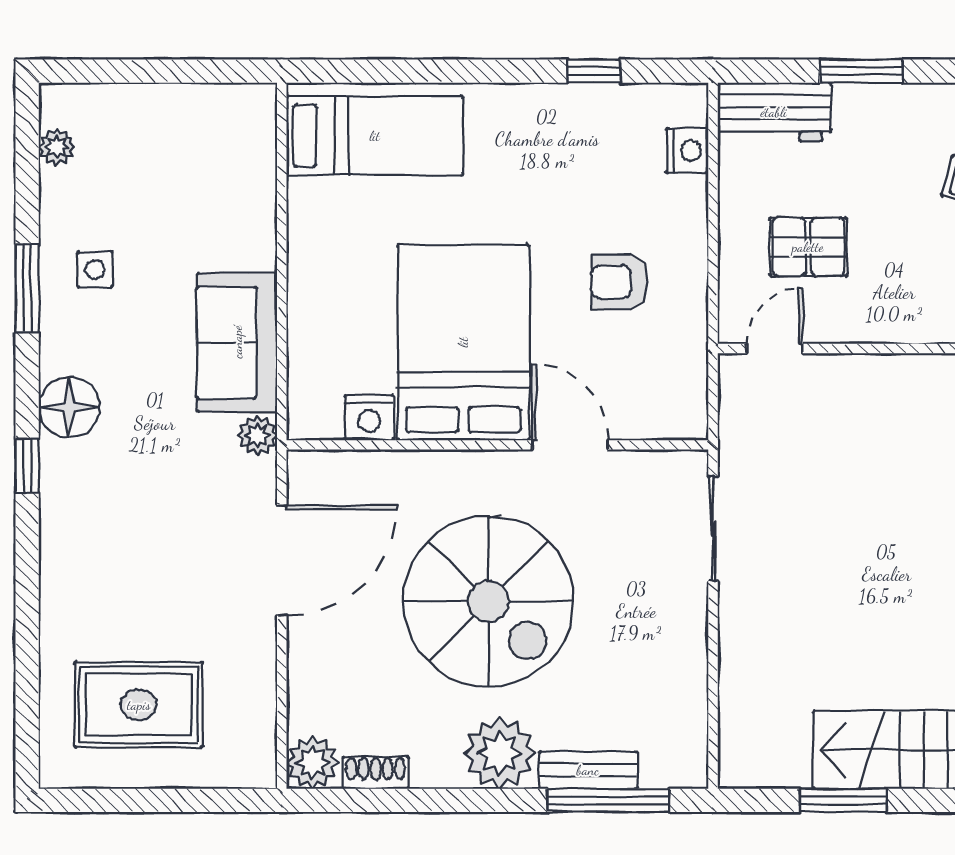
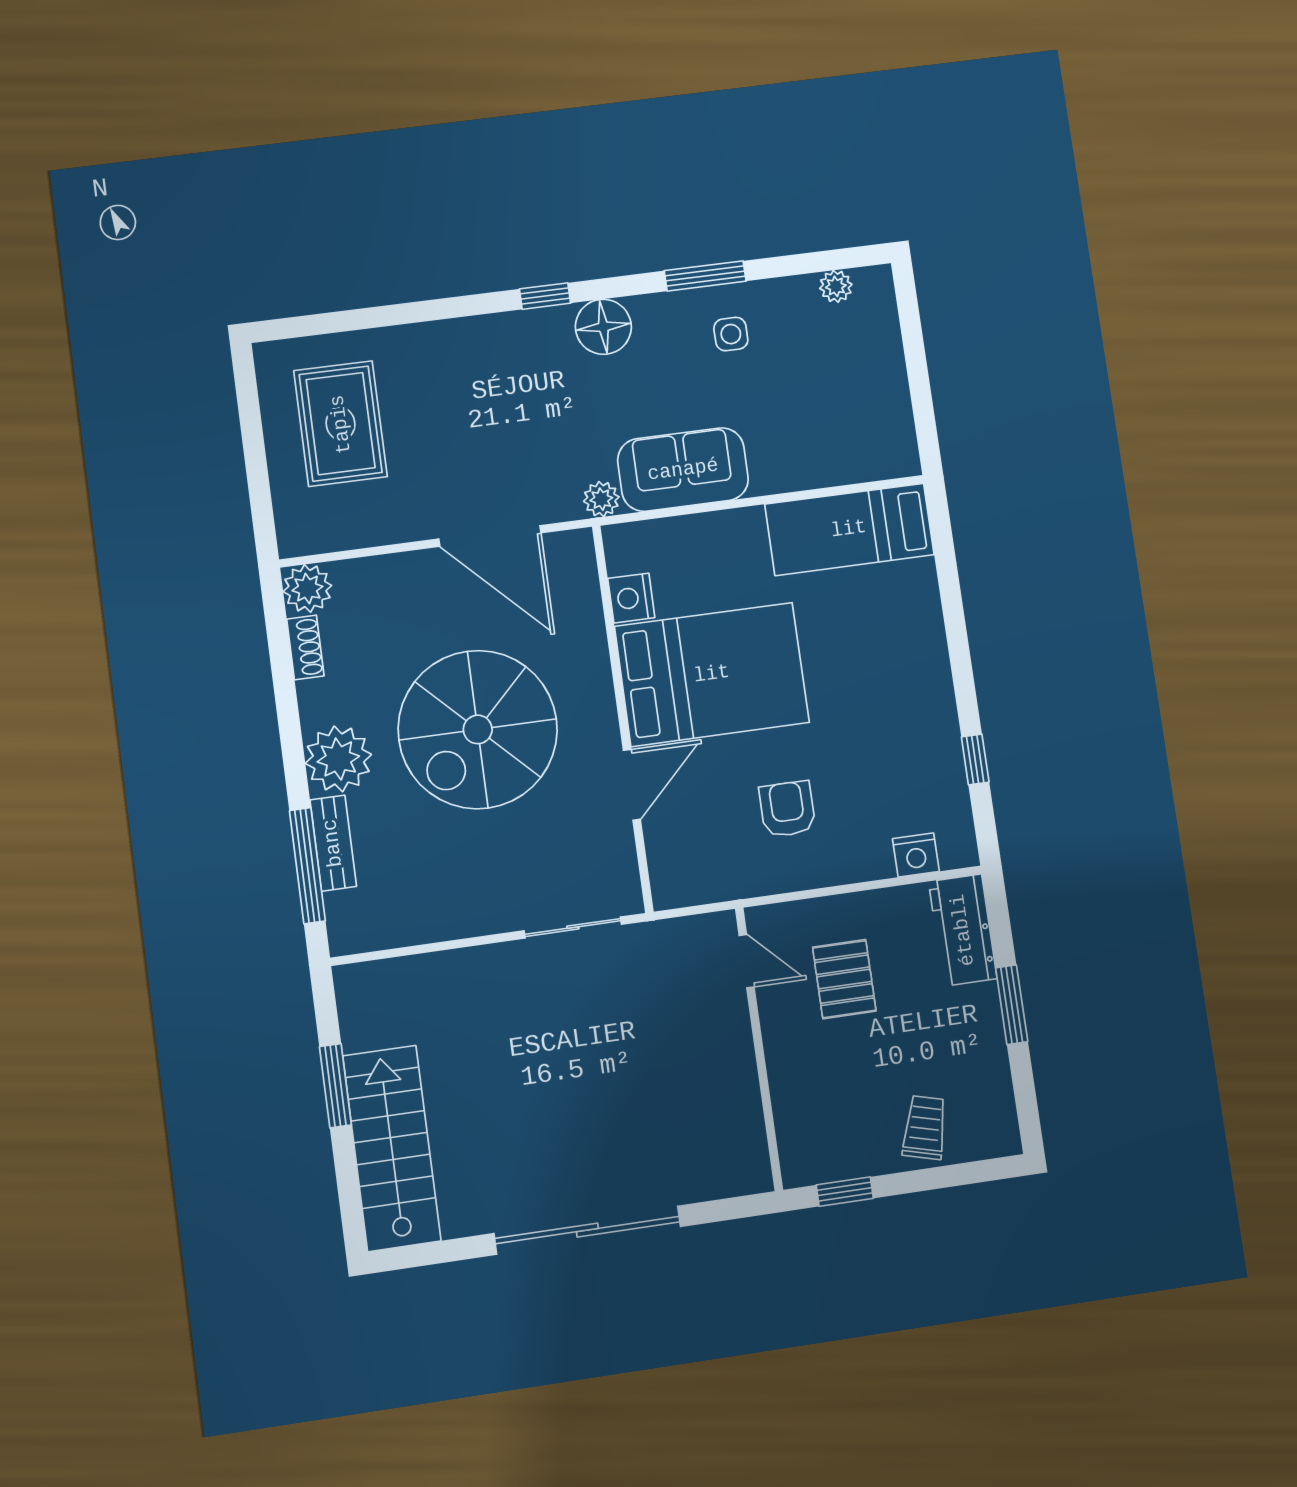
bed: (375, 136) -> (849, 529), moved, turned 90

